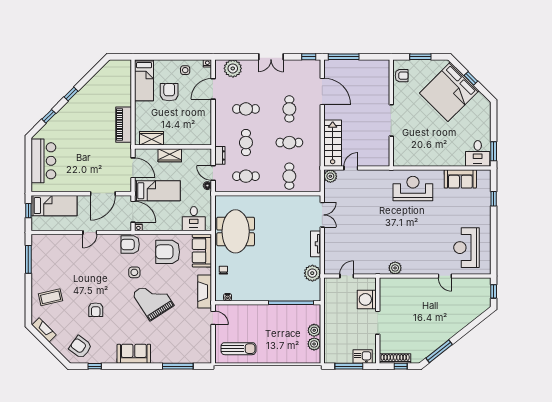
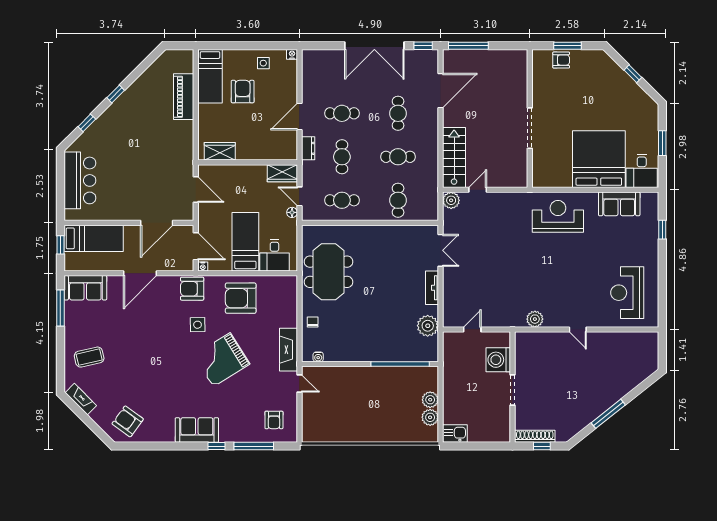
double door: (271, 57) -> (374, 46), width x1.87
plant: (233, 68) -> (325, 61), removed
armchair: (402, 76) -> (561, 60), moved
door: (213, 89) -> (299, 116), moved
door: (322, 91) -> (441, 91), hinge flipped
bed: (449, 92) -> (599, 159), moved, turned 135
piano: (124, 125) -> (184, 97), moved
window: (494, 151) -> (662, 143), moved
wardrobe: (170, 155) -> (282, 173), moved
dresser: (220, 155) -> (308, 148), moved
bed: (157, 191) -> (245, 242), moved, turned -90
door: (90, 233) -> (140, 273), width x1.88
sofa: (202, 251) -> (85, 288), moved, turned -90
door: (445, 276) -> (578, 329), moved
window: (494, 291) -> (662, 349), removed
grand piano: (153, 299) -> (222, 360), turned -89
armchair: (96, 310) -> (274, 420), moved
sun lounger: (238, 349) -> (332, 423), removed
window: (439, 351) -> (608, 414), moved
kitchen sink: (363, 356) -> (455, 434), moved
window: (95, 366) -> (217, 446), moved
window: (349, 366) -> (475, 446), removed

